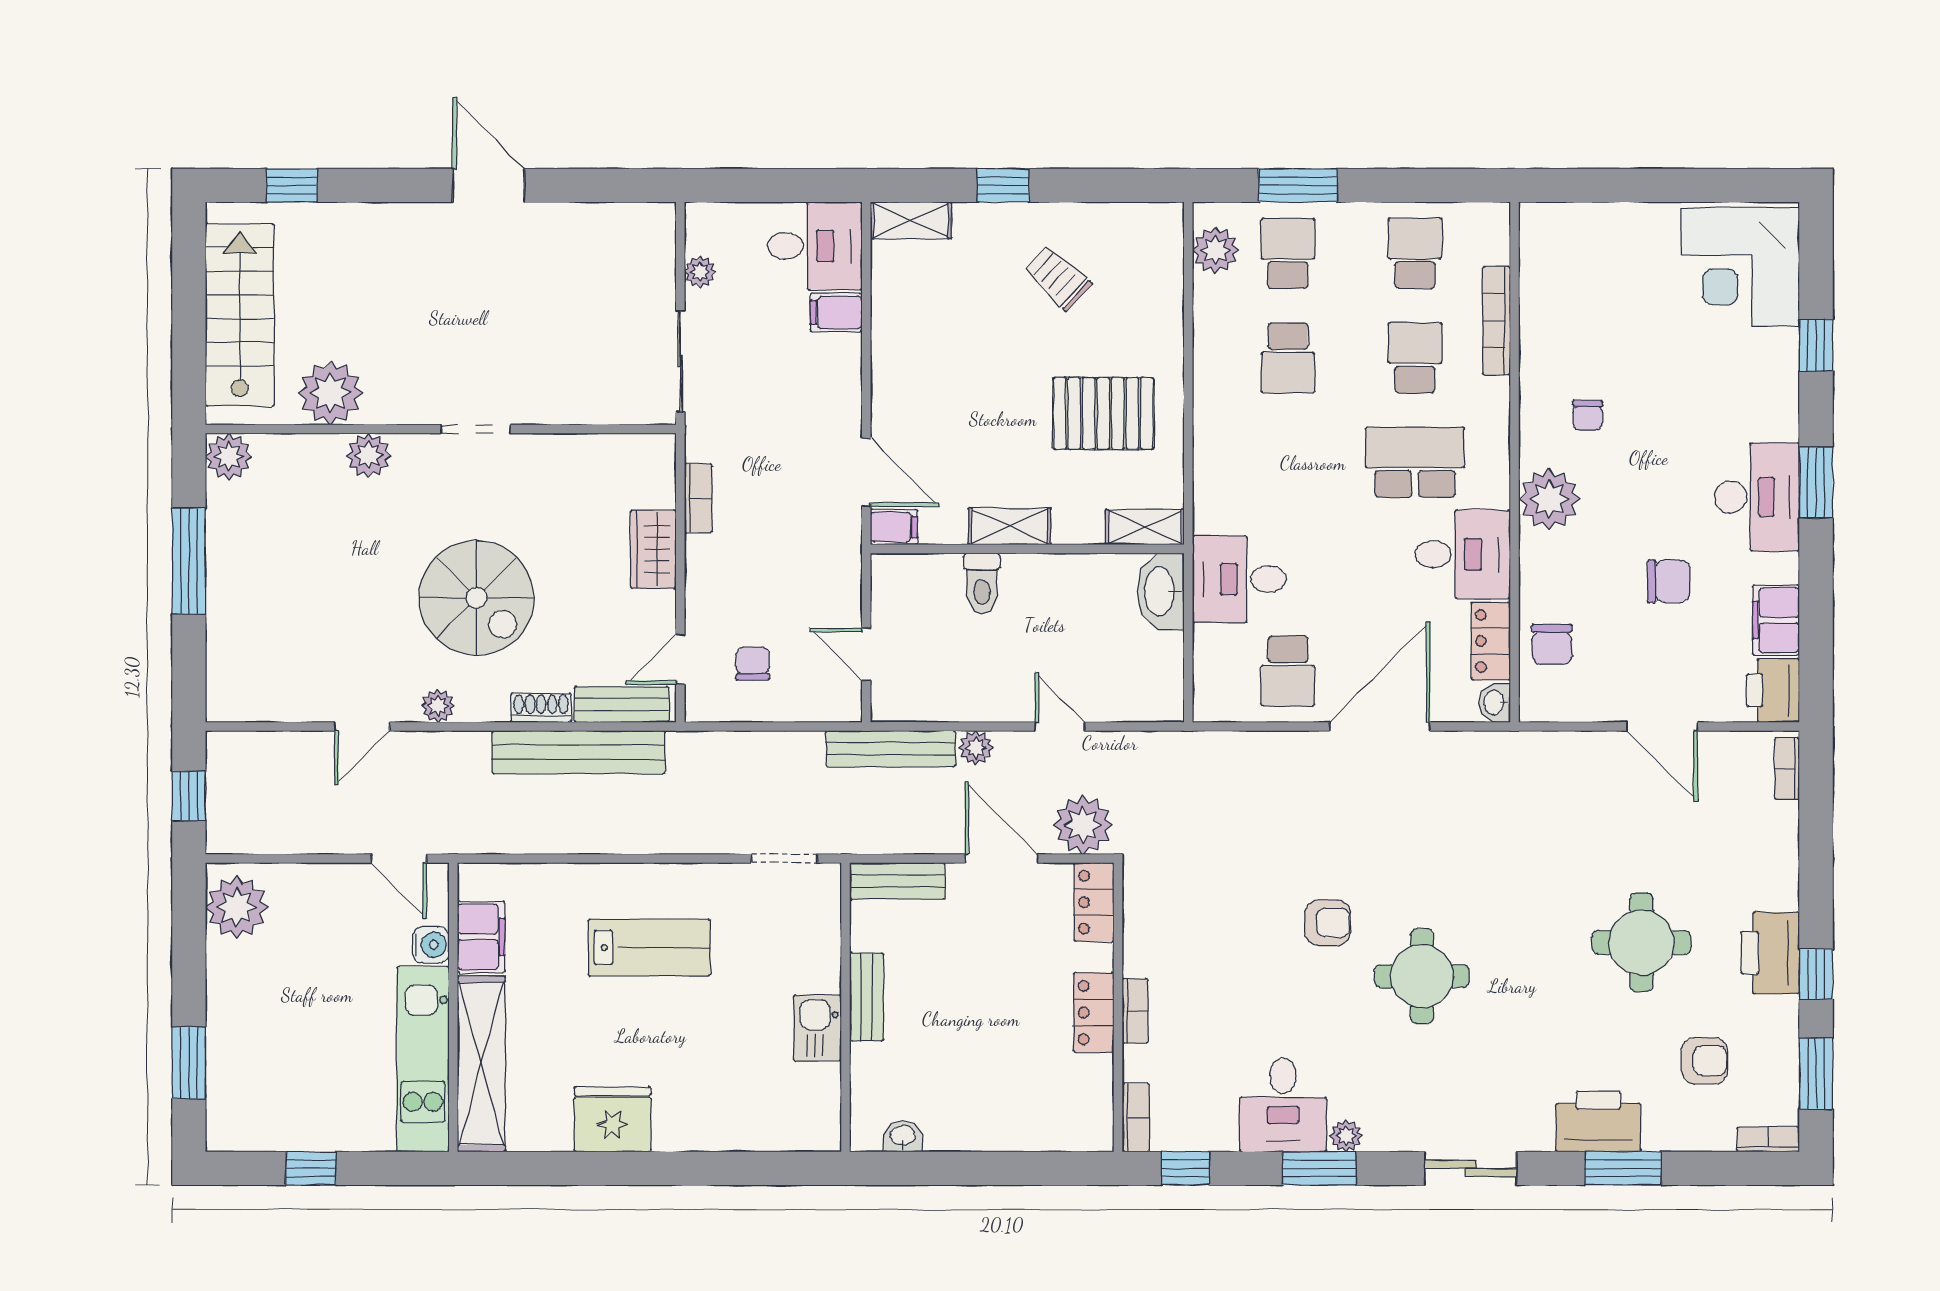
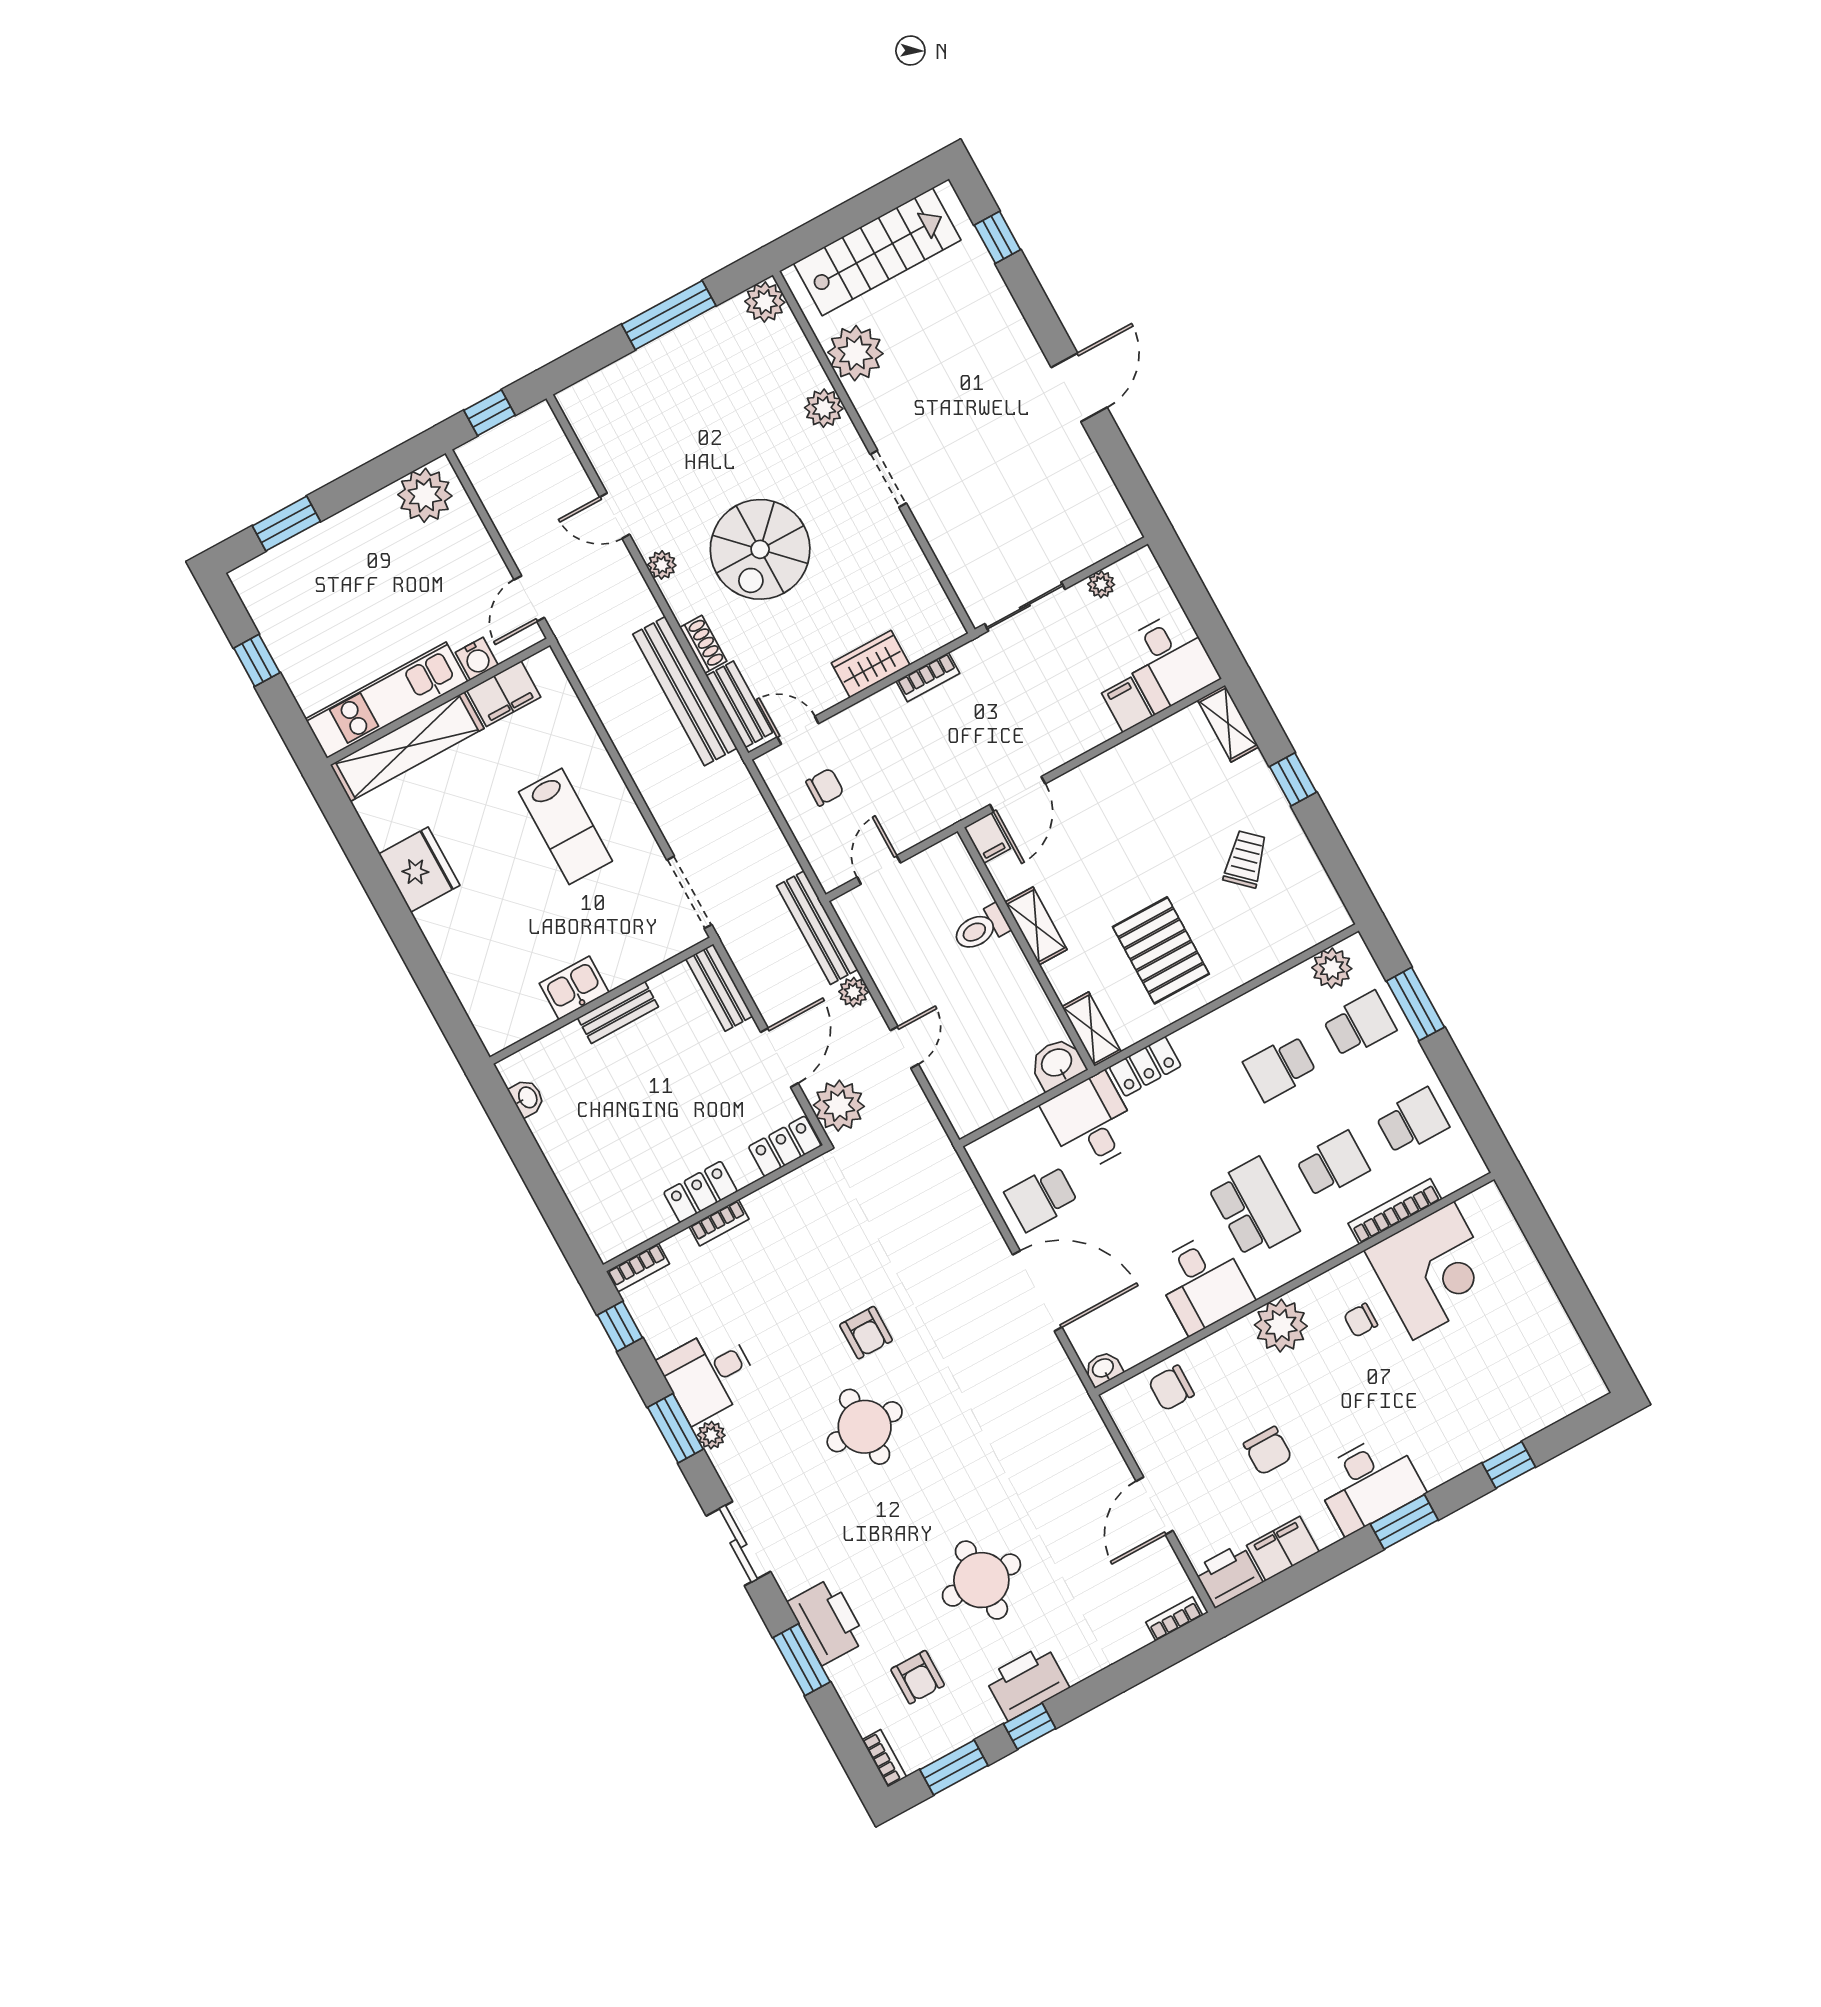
corner desk: (1740, 267) -> (1433, 1271), moved, turned 180
washbasin: (1161, 592) -> (1057, 1064), width x0.72
locker: (1491, 641) -> (1145, 1066), moved, turned 180
doorway: (784, 859) -> (689, 892), width x1.38

